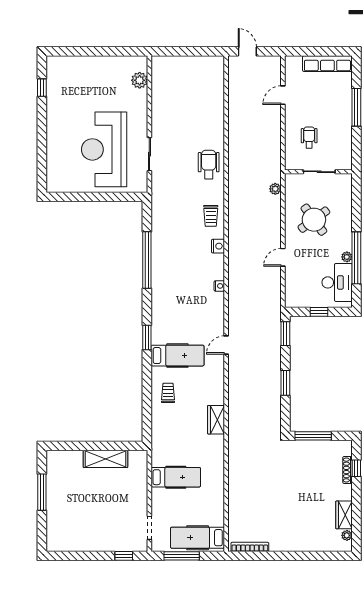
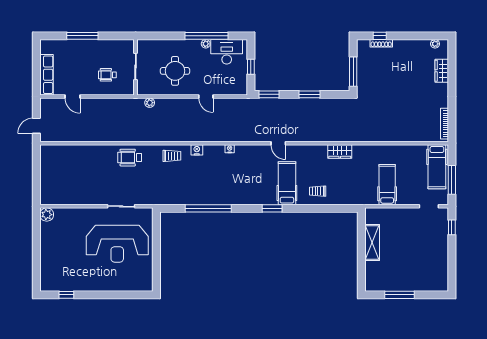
row of seats: (327, 64) -> (47, 75), moved
plant: (140, 80) -> (47, 215), moved
round table: (314, 220) -> (175, 71), turned 36
wardrobe: (344, 515) -> (442, 71), moved, turned 90

